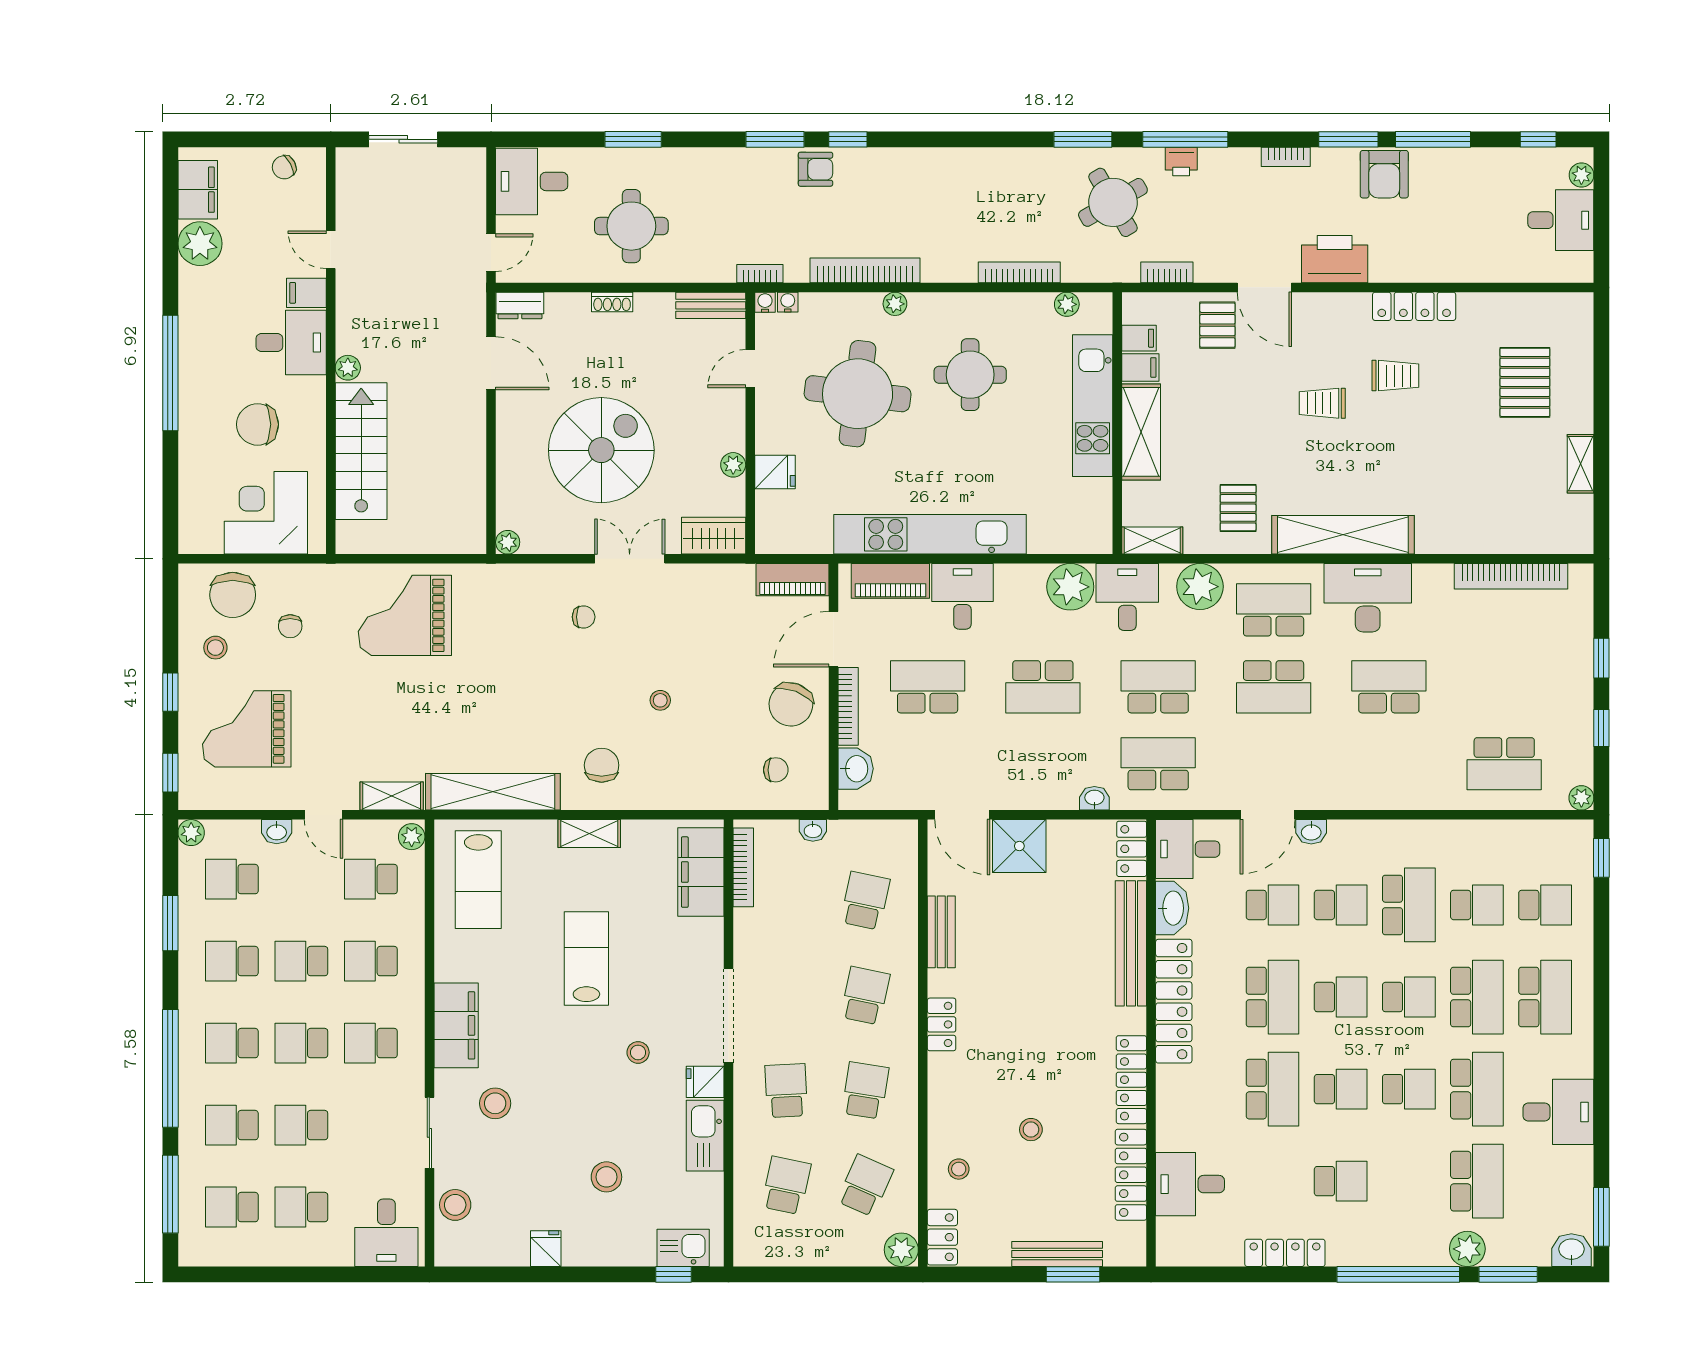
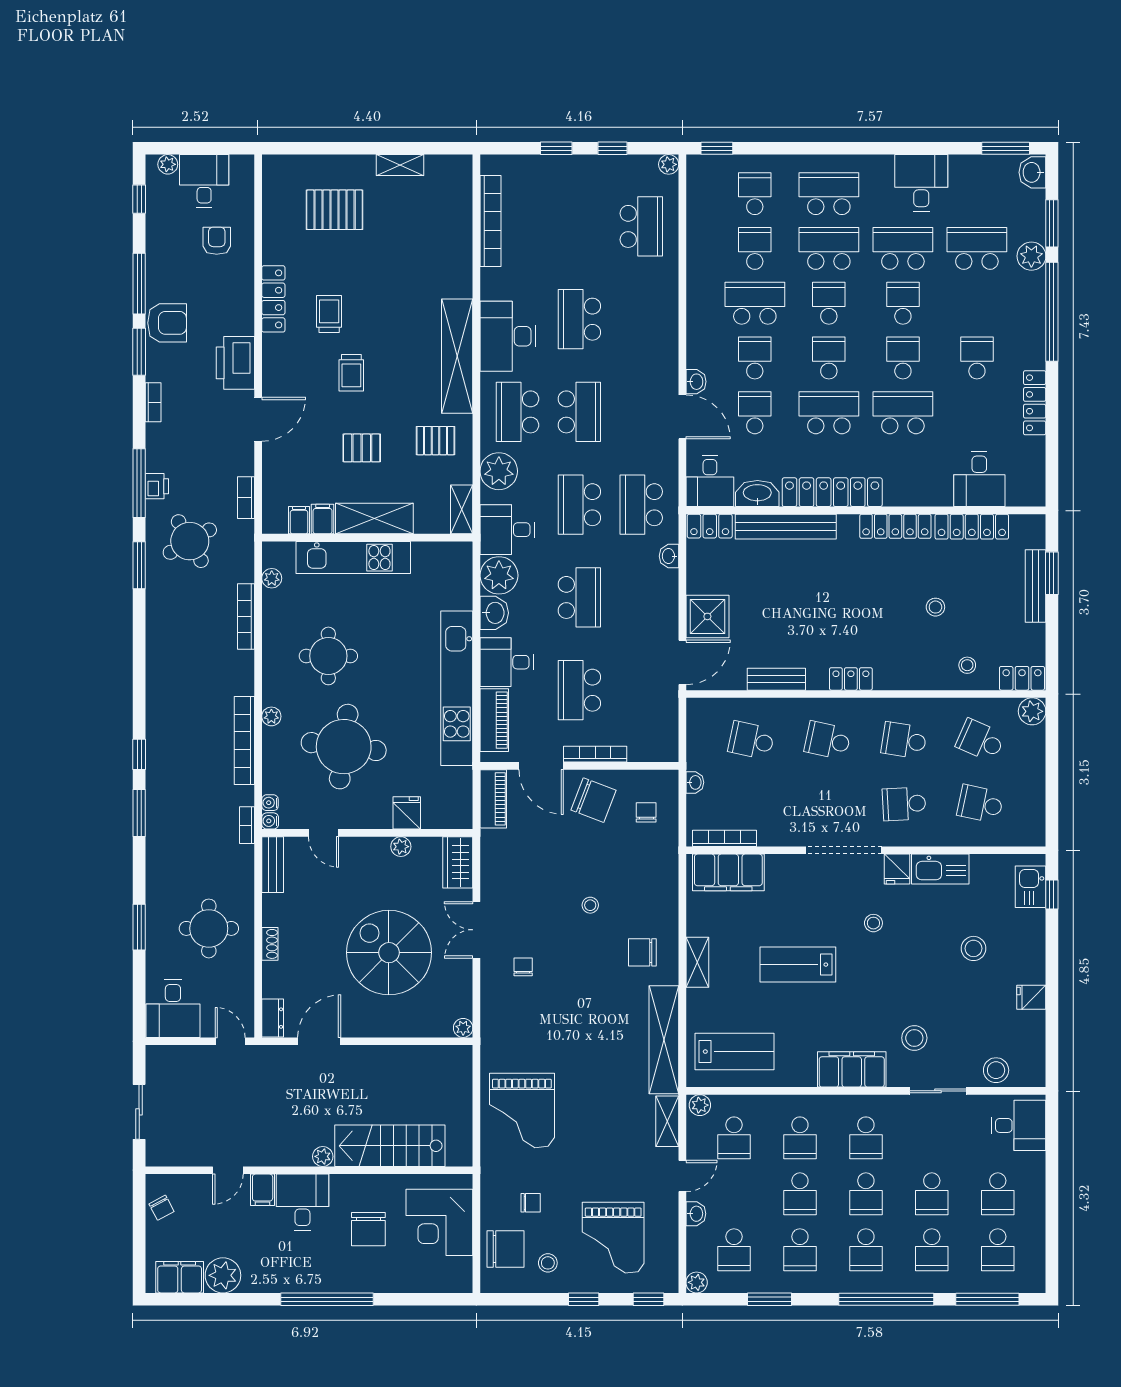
armchair: (815, 169) -> (217, 241), moved
pallet: (1217, 325) -> (362, 448), moved
washbasin: (856, 769) -> (494, 613), moved, turned 90

